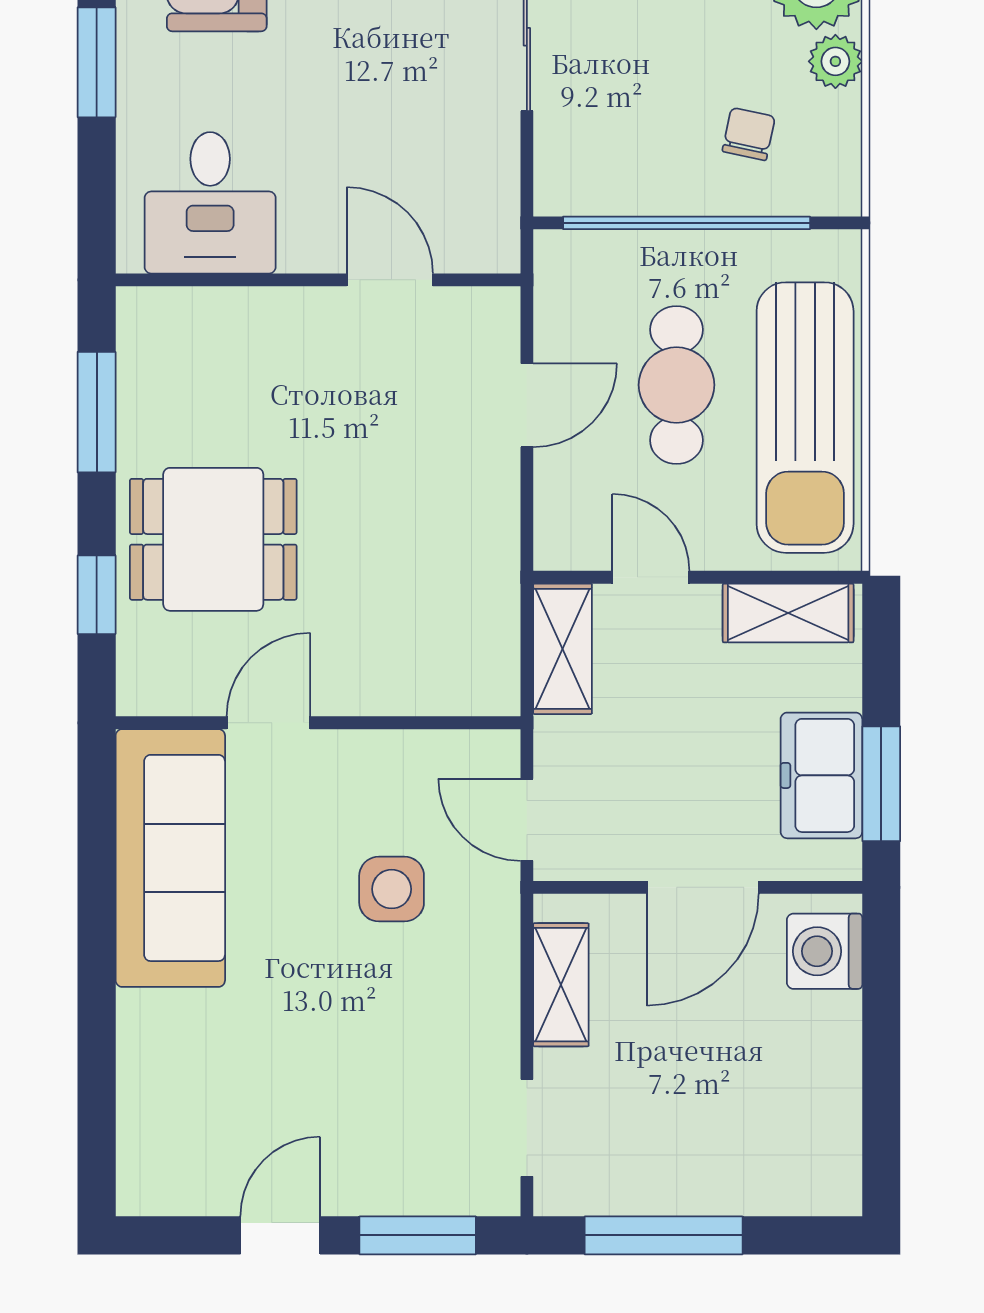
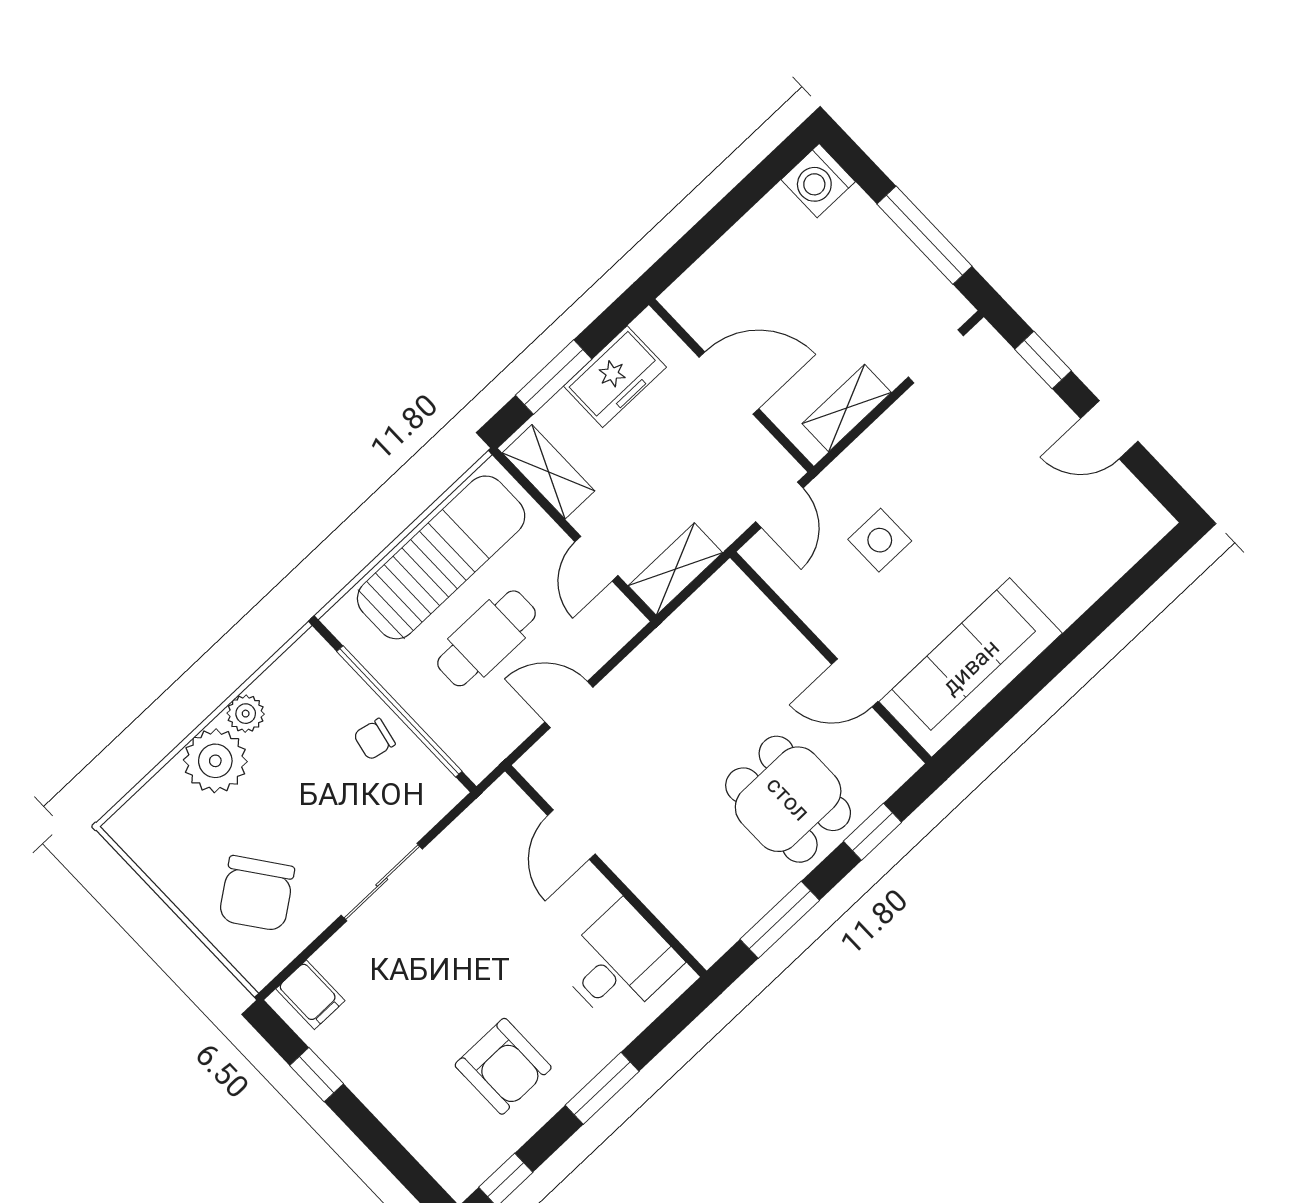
chair: (749, 134) -> (374, 739), moved
window: (881, 784) -> (554, 377), moved
washing machine: (825, 951) -> (818, 181), moved, turned 90
window: (418, 1235) -> (1043, 360), width x0.67

